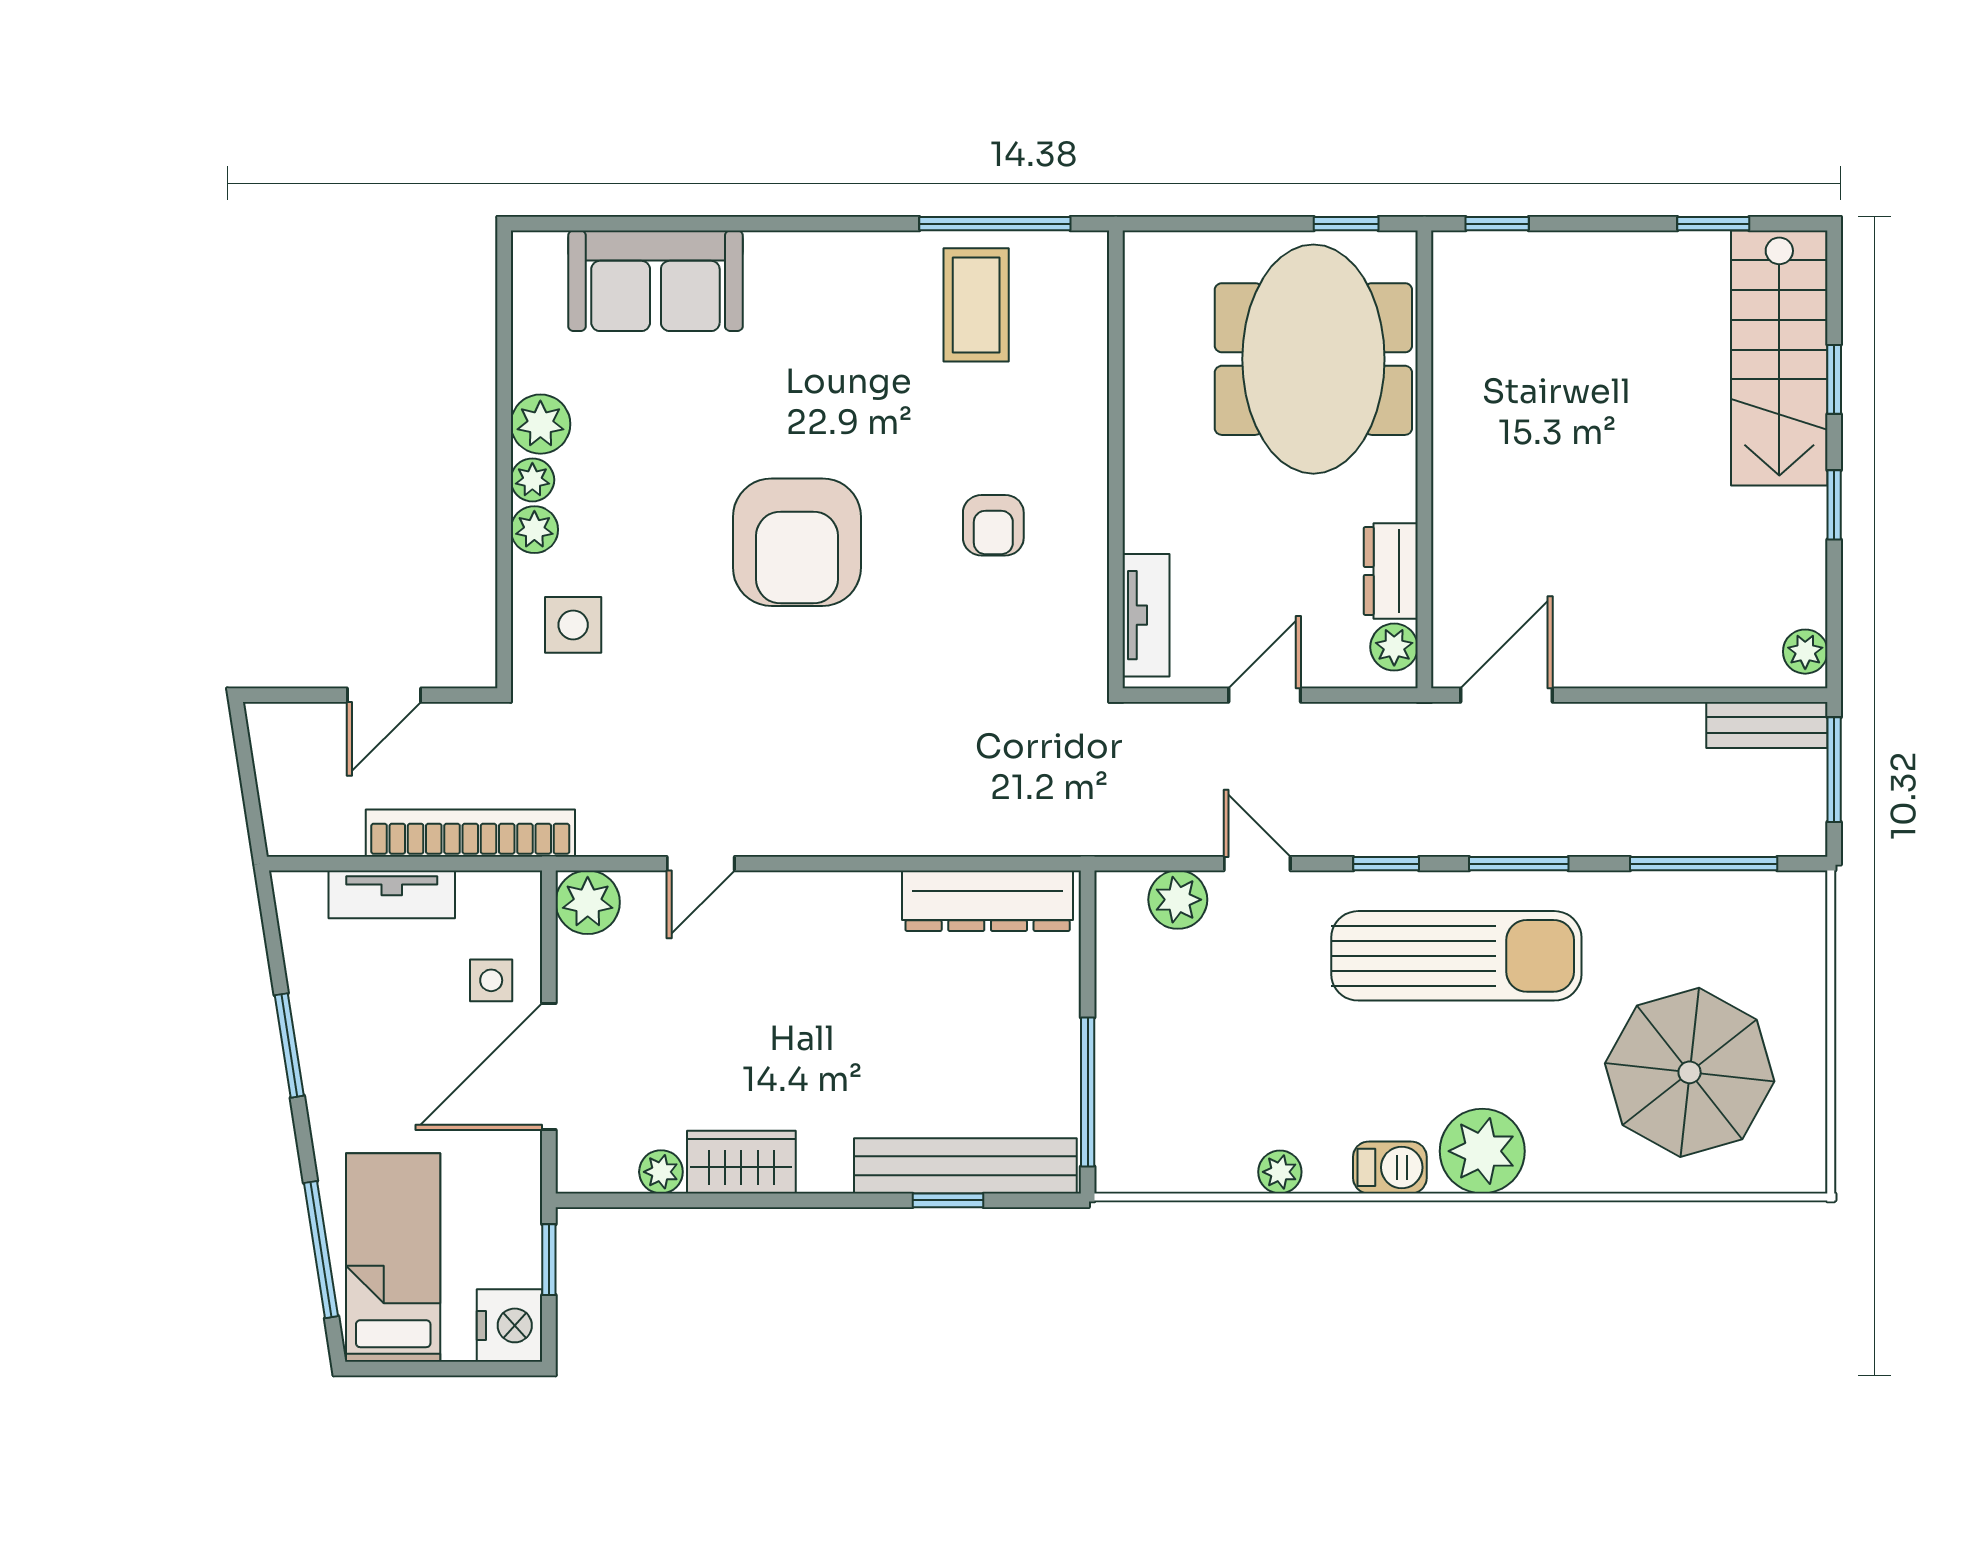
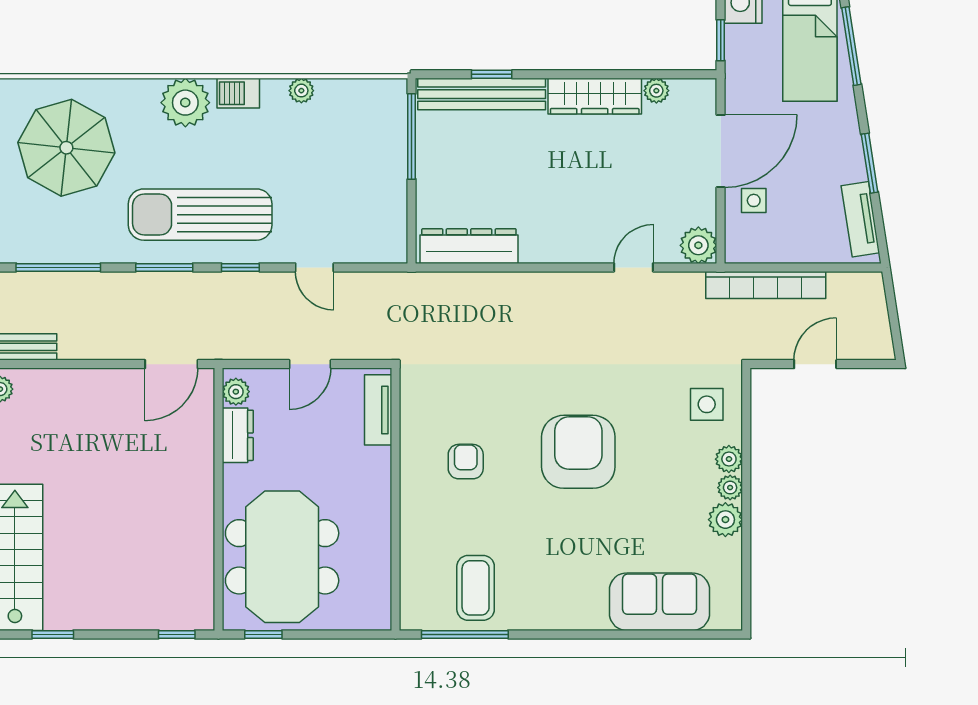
tv unit: (392, 894) -> (860, 219), moved, turned -99
plant: (1178, 900) -> (360, 247), removed
wardrobe: (741, 1162) -> (595, 96), width x1.50

